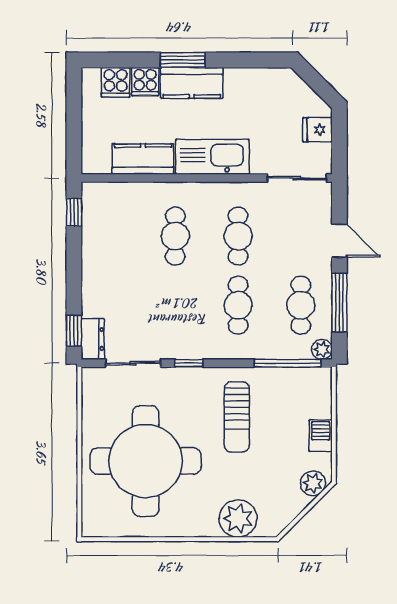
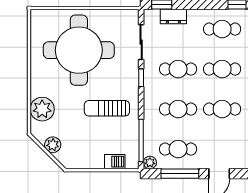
cafe table: (112, 236) -> (222, 29), added
cafe table: (175, 305) -> (178, 69), added
dresser: (93, 339) -> (173, 16), moved
barbecue: (321, 436) -> (115, 162), moved
plant: (313, 483) -> (53, 145), moved

